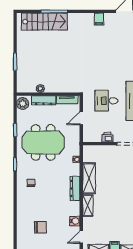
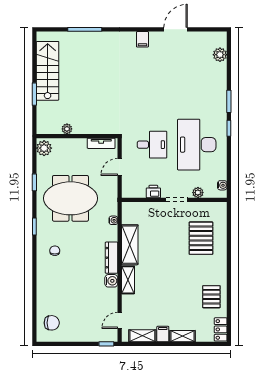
stairs: (44, 22) -> (48, 71), moved, turned -90
dresser: (43, 100) -> (71, 144), removed
desk: (106, 101) -> (152, 145), turned 180
water cooler: (75, 221) -> (111, 281), moved
chair: (40, 227) -> (52, 323), moved

